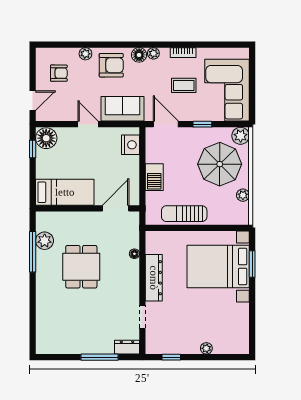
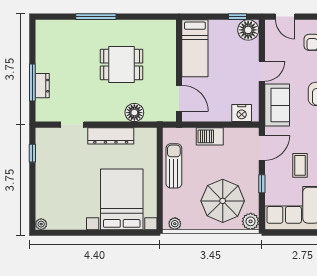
plant: (243, 195) -> (175, 224), moved
plant: (45, 241) -> (147, 28), removed
window: (33, 252) -> (96, 17), moved
floor lamp: (134, 254) -> (134, 113), width x1.89, depth x1.89
window: (252, 264) -> (124, 233), removed
dresser: (127, 347) -> (42, 86), moved
plant: (206, 348) -> (41, 224), moved

